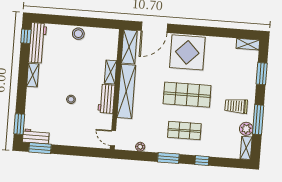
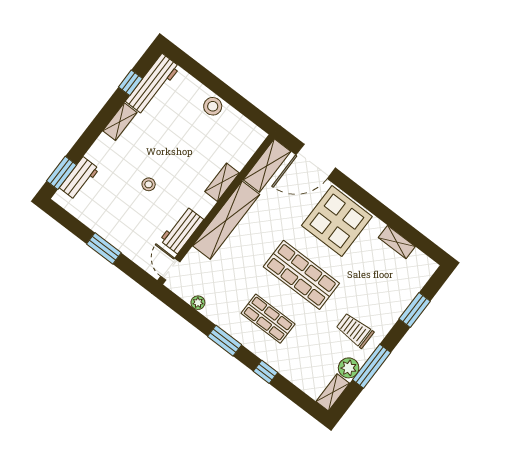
window: (26, 36) -> (131, 83), moved
shelving: (248, 44) -> (397, 242), moved
workbench: (106, 99) -> (182, 230), moved
workbench: (36, 136) -> (79, 178), moved, turned 90
window: (40, 148) -> (104, 248), moved

